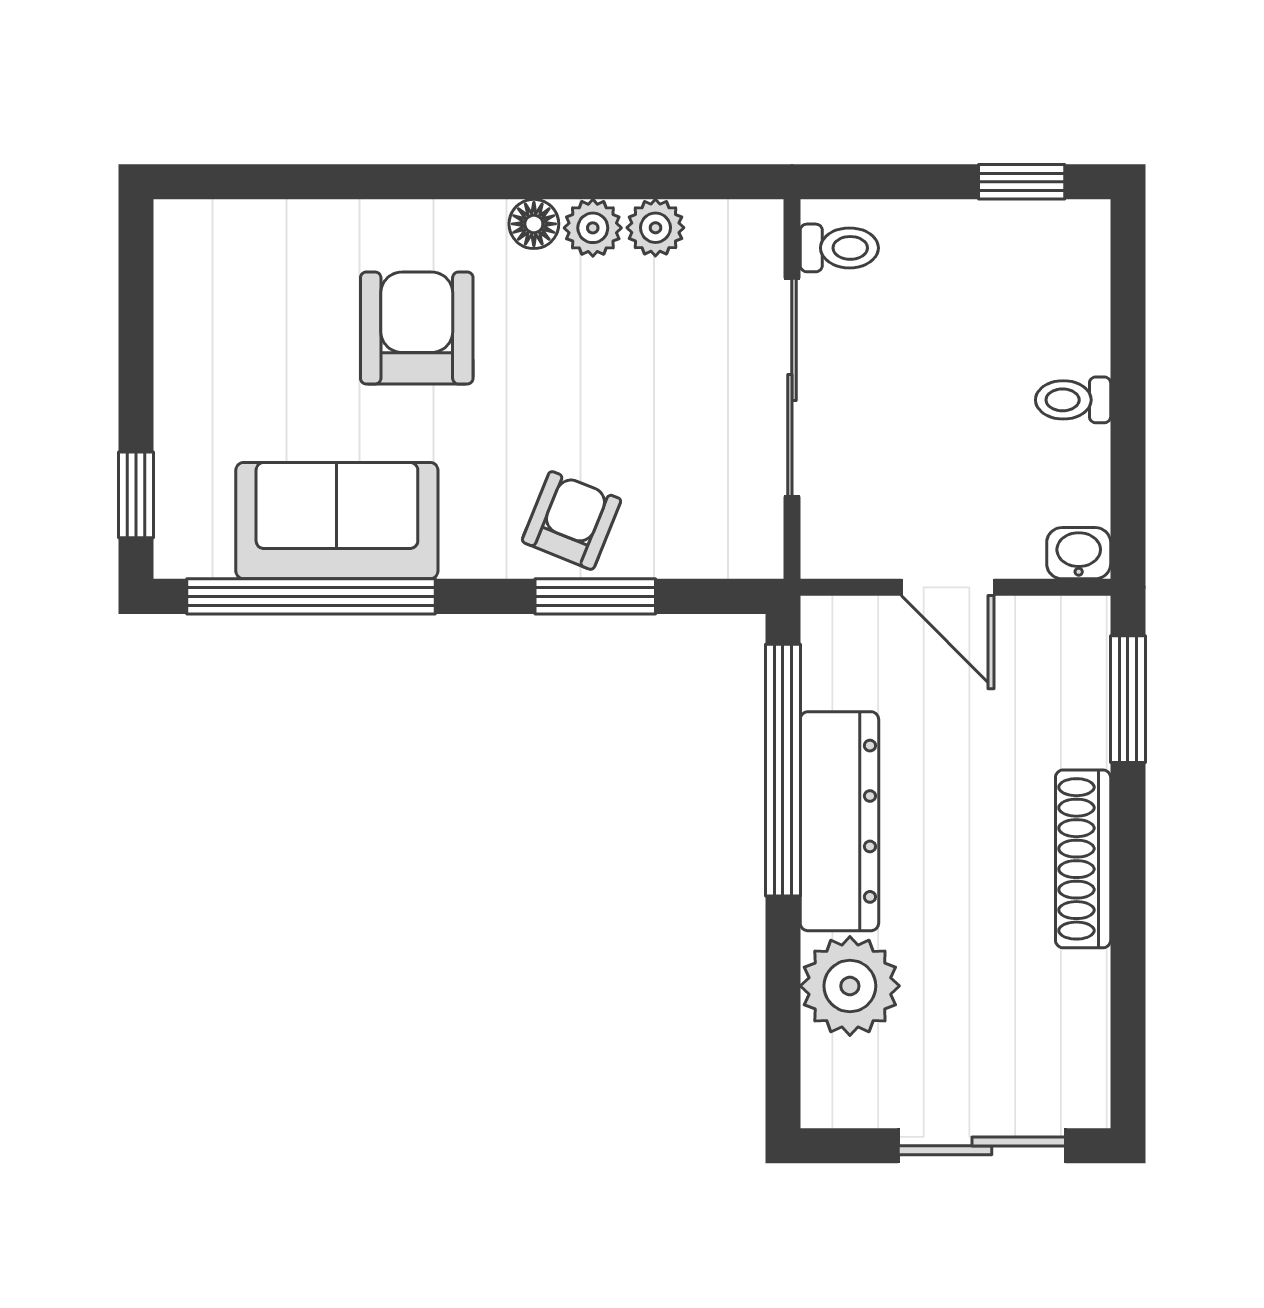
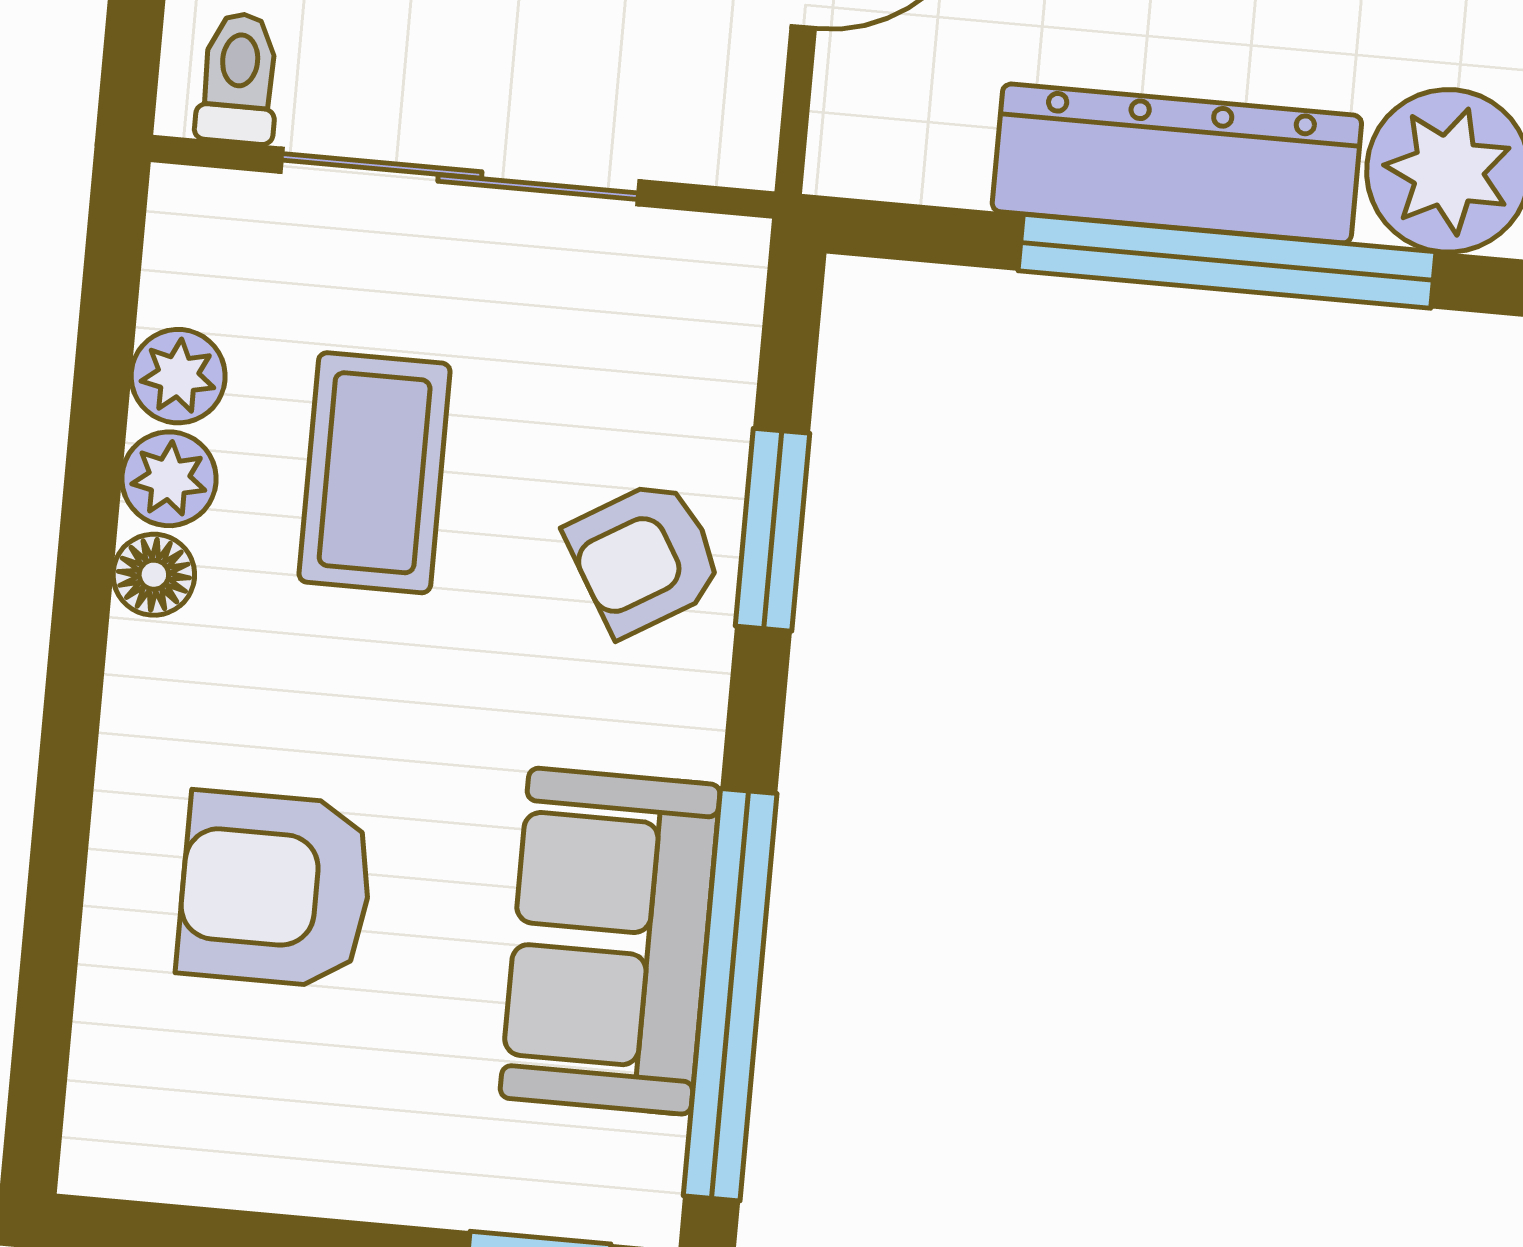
armchair: (417, 328) -> (275, 889), moved
coffee table: (608, 352) -> (375, 473), added
armchair: (571, 520) -> (645, 557), turned -53
window: (783, 770) -> (1227, 261), moved

